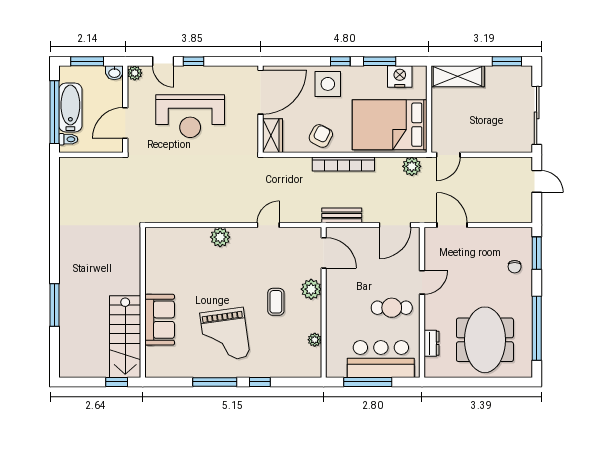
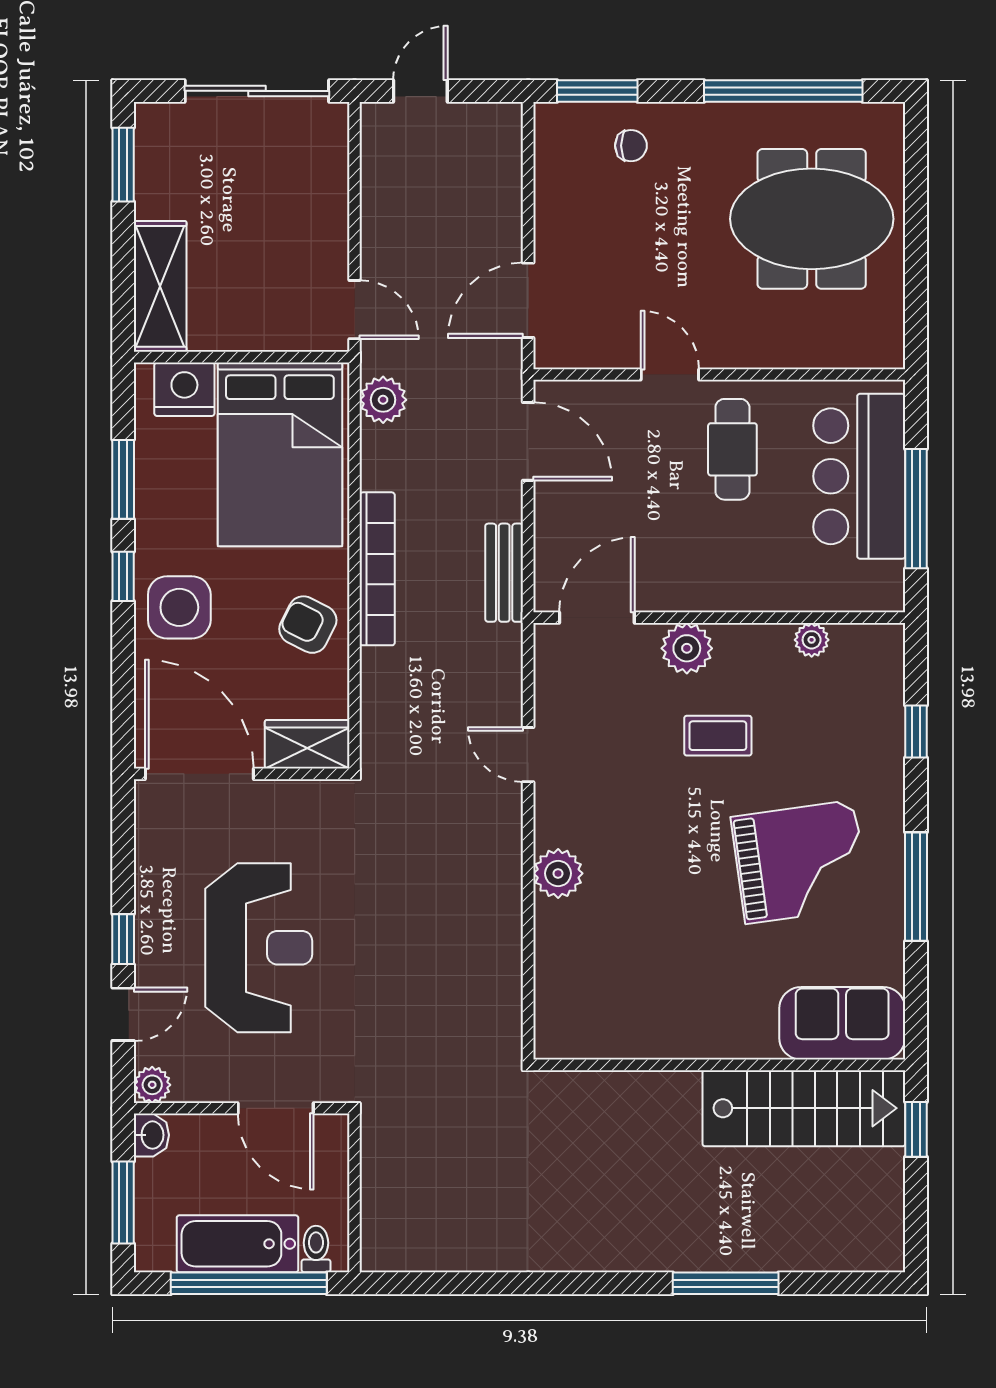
nightstand: (400, 77) -> (184, 389), moved, turned 90
sofa: (160, 320) -> (842, 1023), moved
dresser: (432, 343) -> (820, 351), removed
window: (260, 382) -> (916, 731), moved

